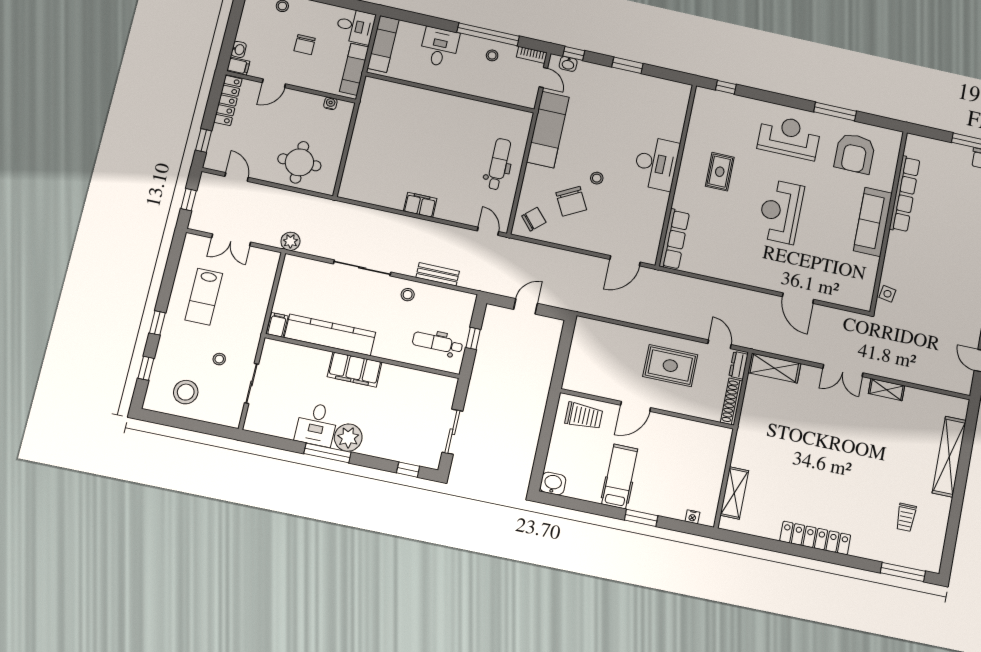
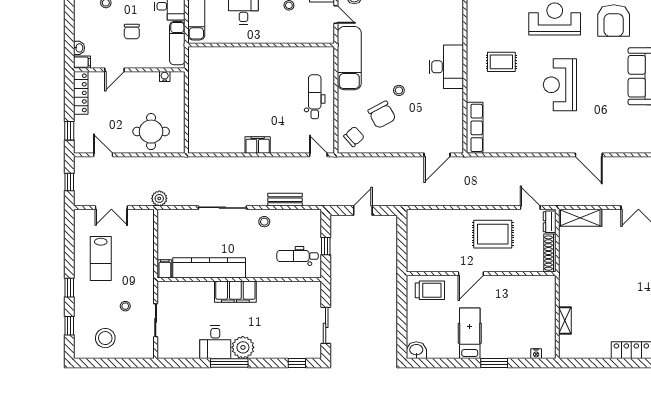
rug: (720, 172) -> (501, 62), turned 90
shelving: (734, 493) -> (565, 320), width x0.67, depth x0.75

